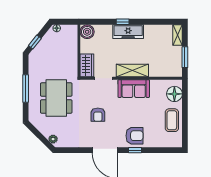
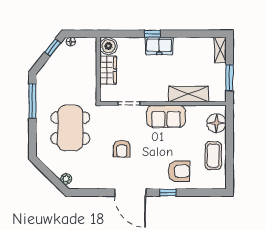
freezer: (128, 32) -> (159, 46), width x0.71
window: (35, 42) -> (53, 47), moved
wardrobe: (87, 65) -> (108, 70), moved
shelving: (132, 71) -> (189, 94), moved
window: (26, 88) -> (32, 101), moved
armchair: (134, 136) -> (179, 171), moved

